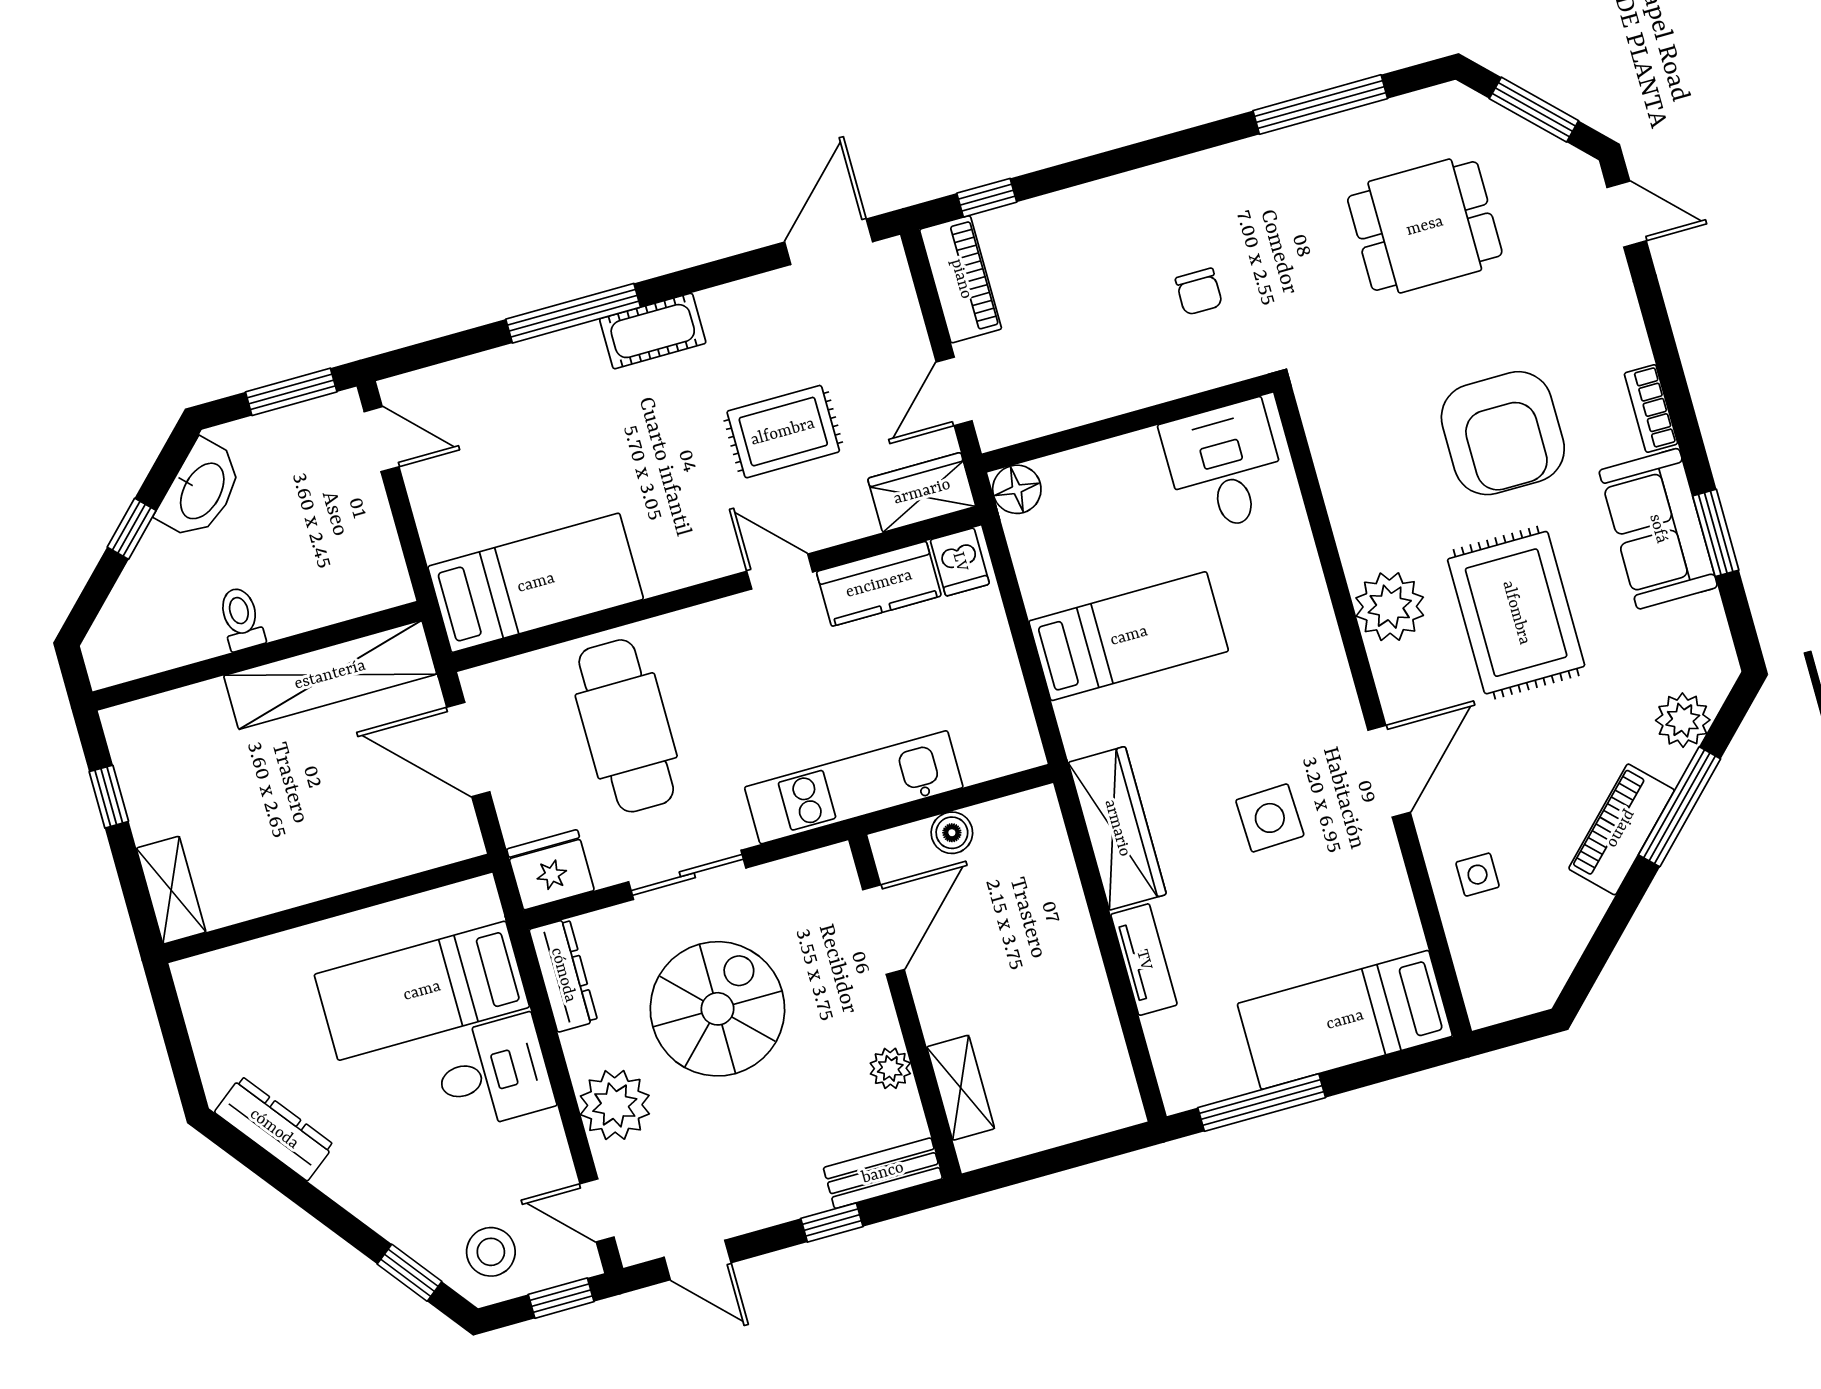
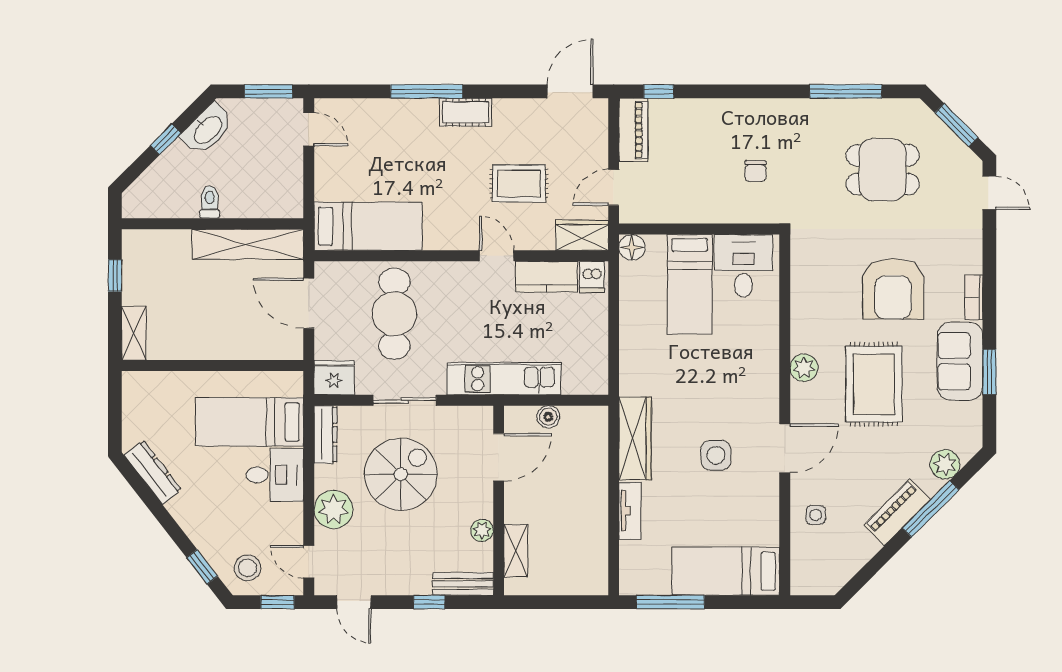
plant: (1390, 607) -> (804, 368), width x0.73, depth x0.73
bed: (1129, 636) -> (690, 284), moved, turned 90

